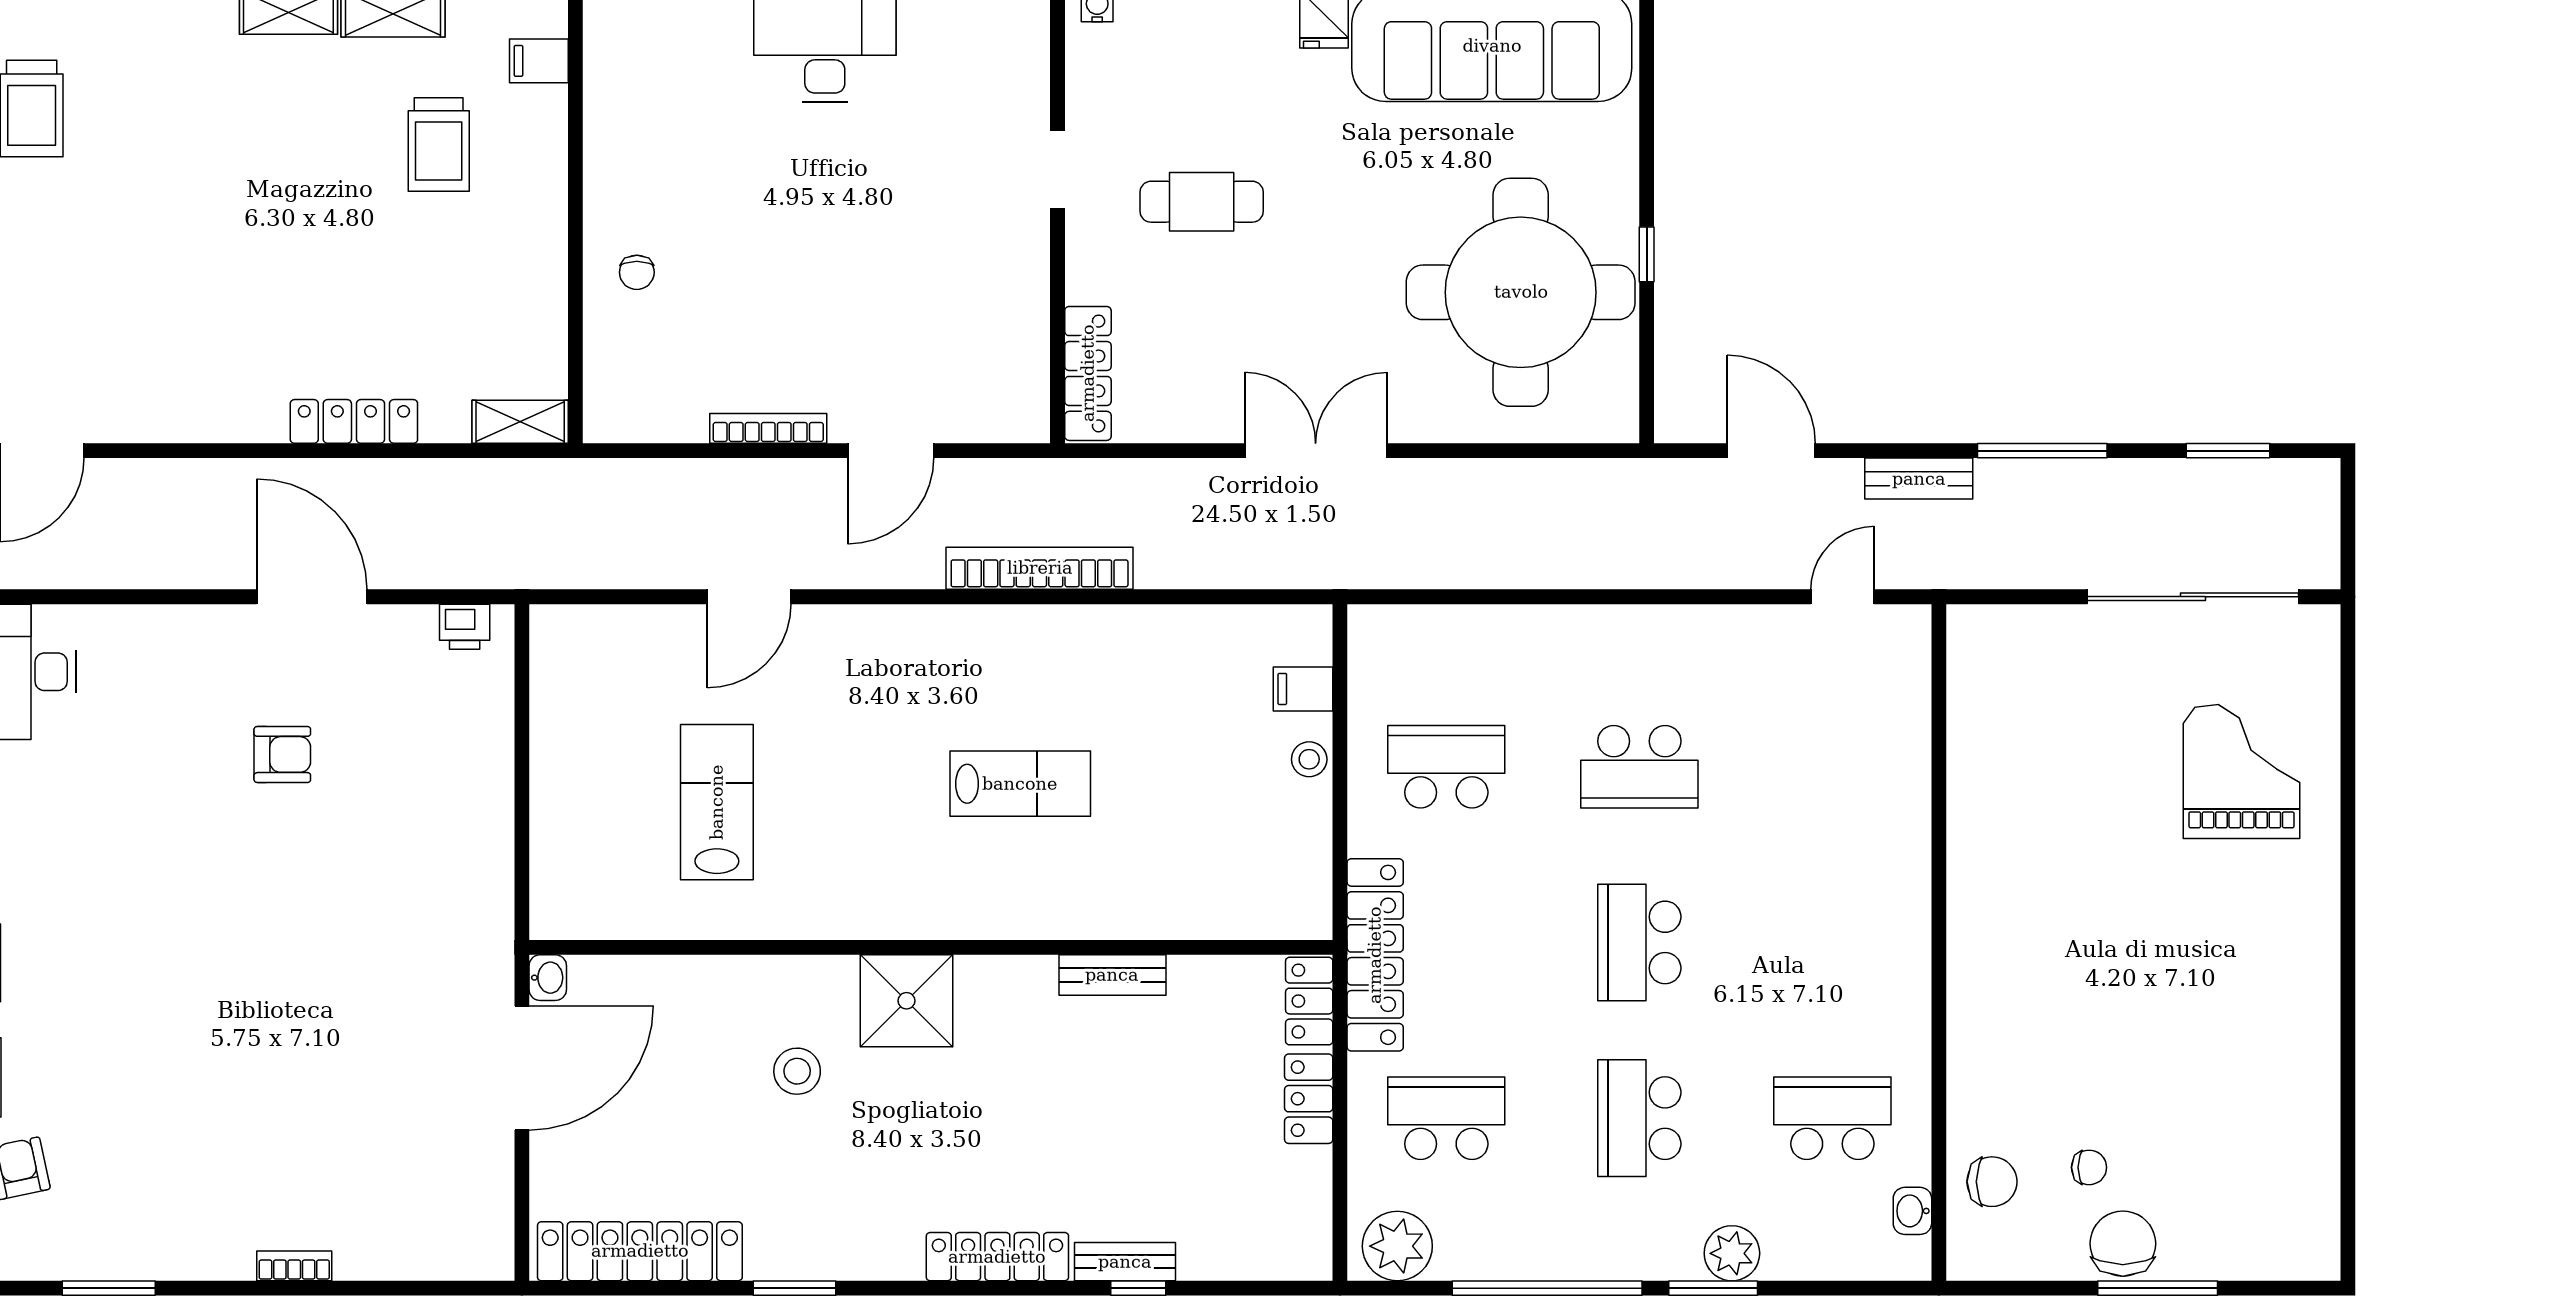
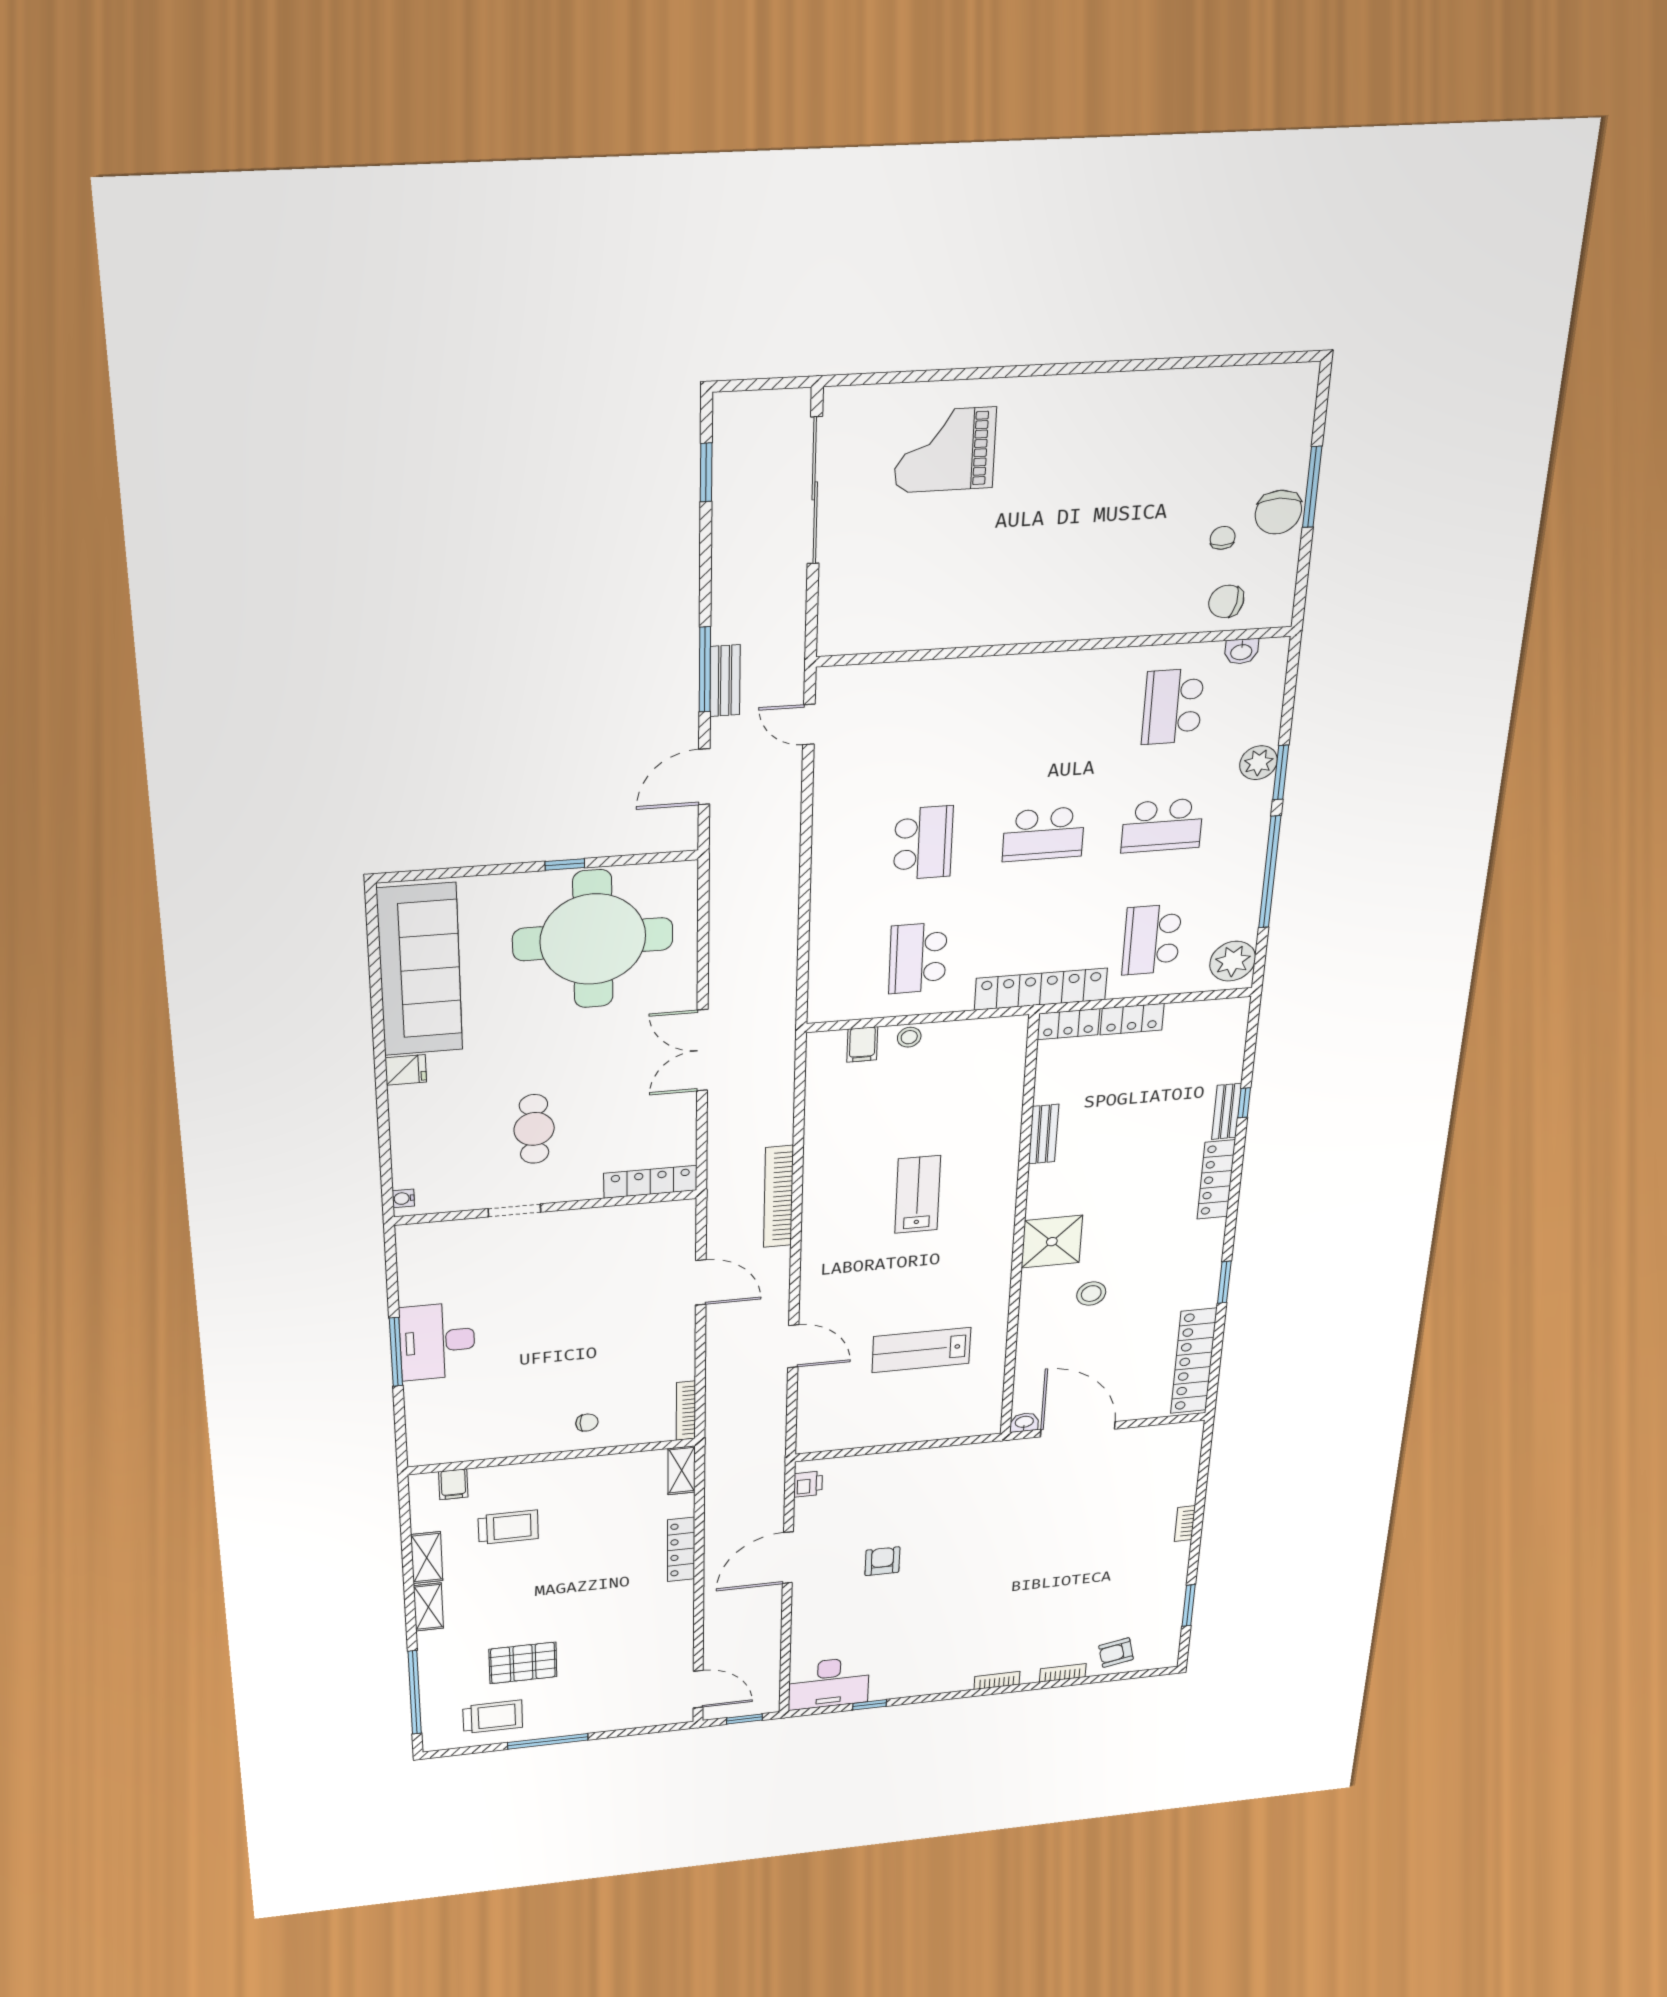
pallet: (144, 161) -> (523, 1663), added
bookcase: (768, 428) -> (686, 1411), moved
window: (2042, 451) -> (705, 669), moved
chair: (1992, 1182) -> (1226, 601), turned -79
chair: (2123, 1244) -> (1278, 512), turned -90

